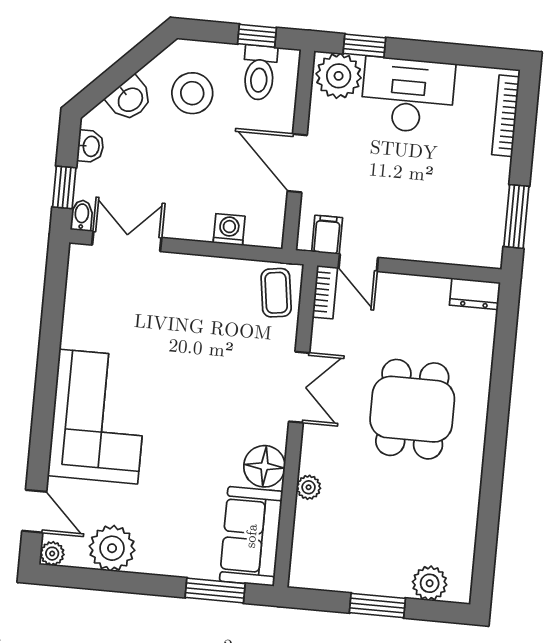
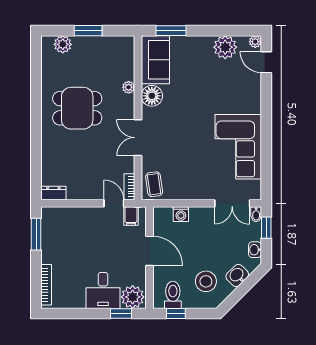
desk: (408, 95) -> (103, 290), width x0.73
dining table: (412, 409) -> (77, 108), moved, turned 90
corner sofa: (98, 417) -> (238, 147), moved

